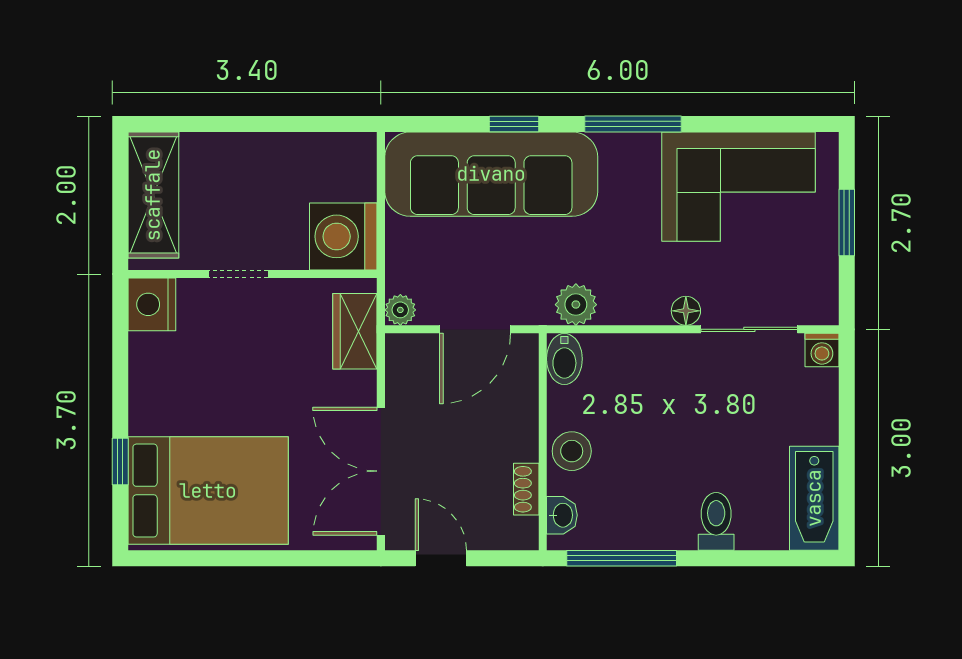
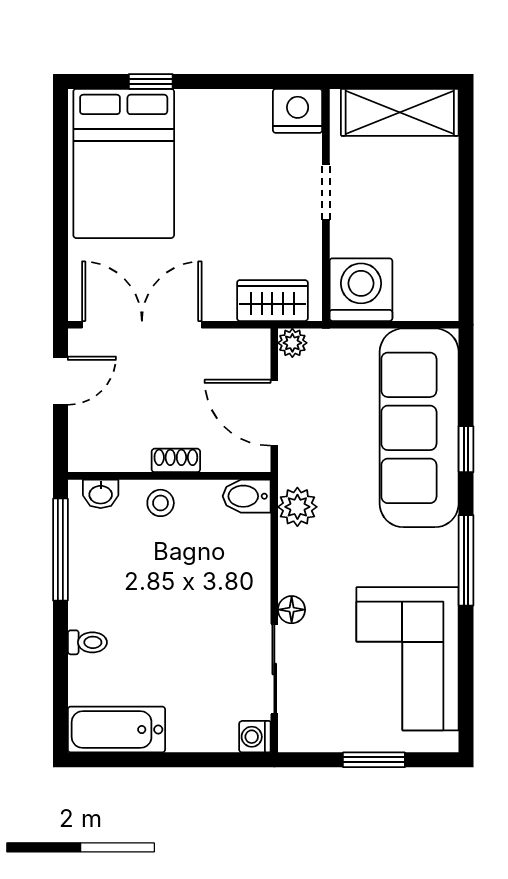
stool: (572, 451) -> (161, 503), width x0.73, depth x0.73
shoe rack: (526, 489) -> (176, 460), moved
toilet: (716, 521) -> (87, 642), width x0.73, depth x0.72

